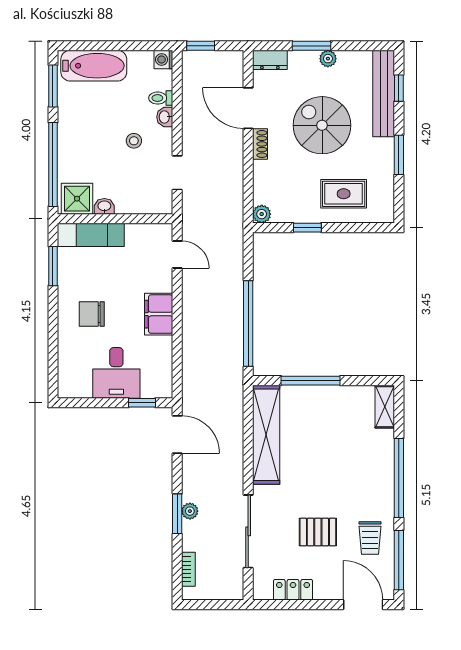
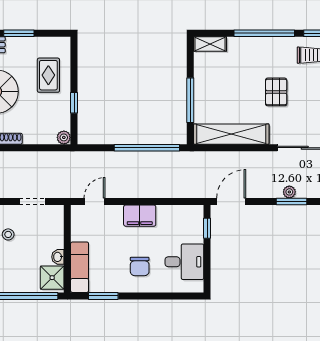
desk: (116, 373) -> (184, 262), moved
pallet: (318, 532) -> (276, 92), moved

